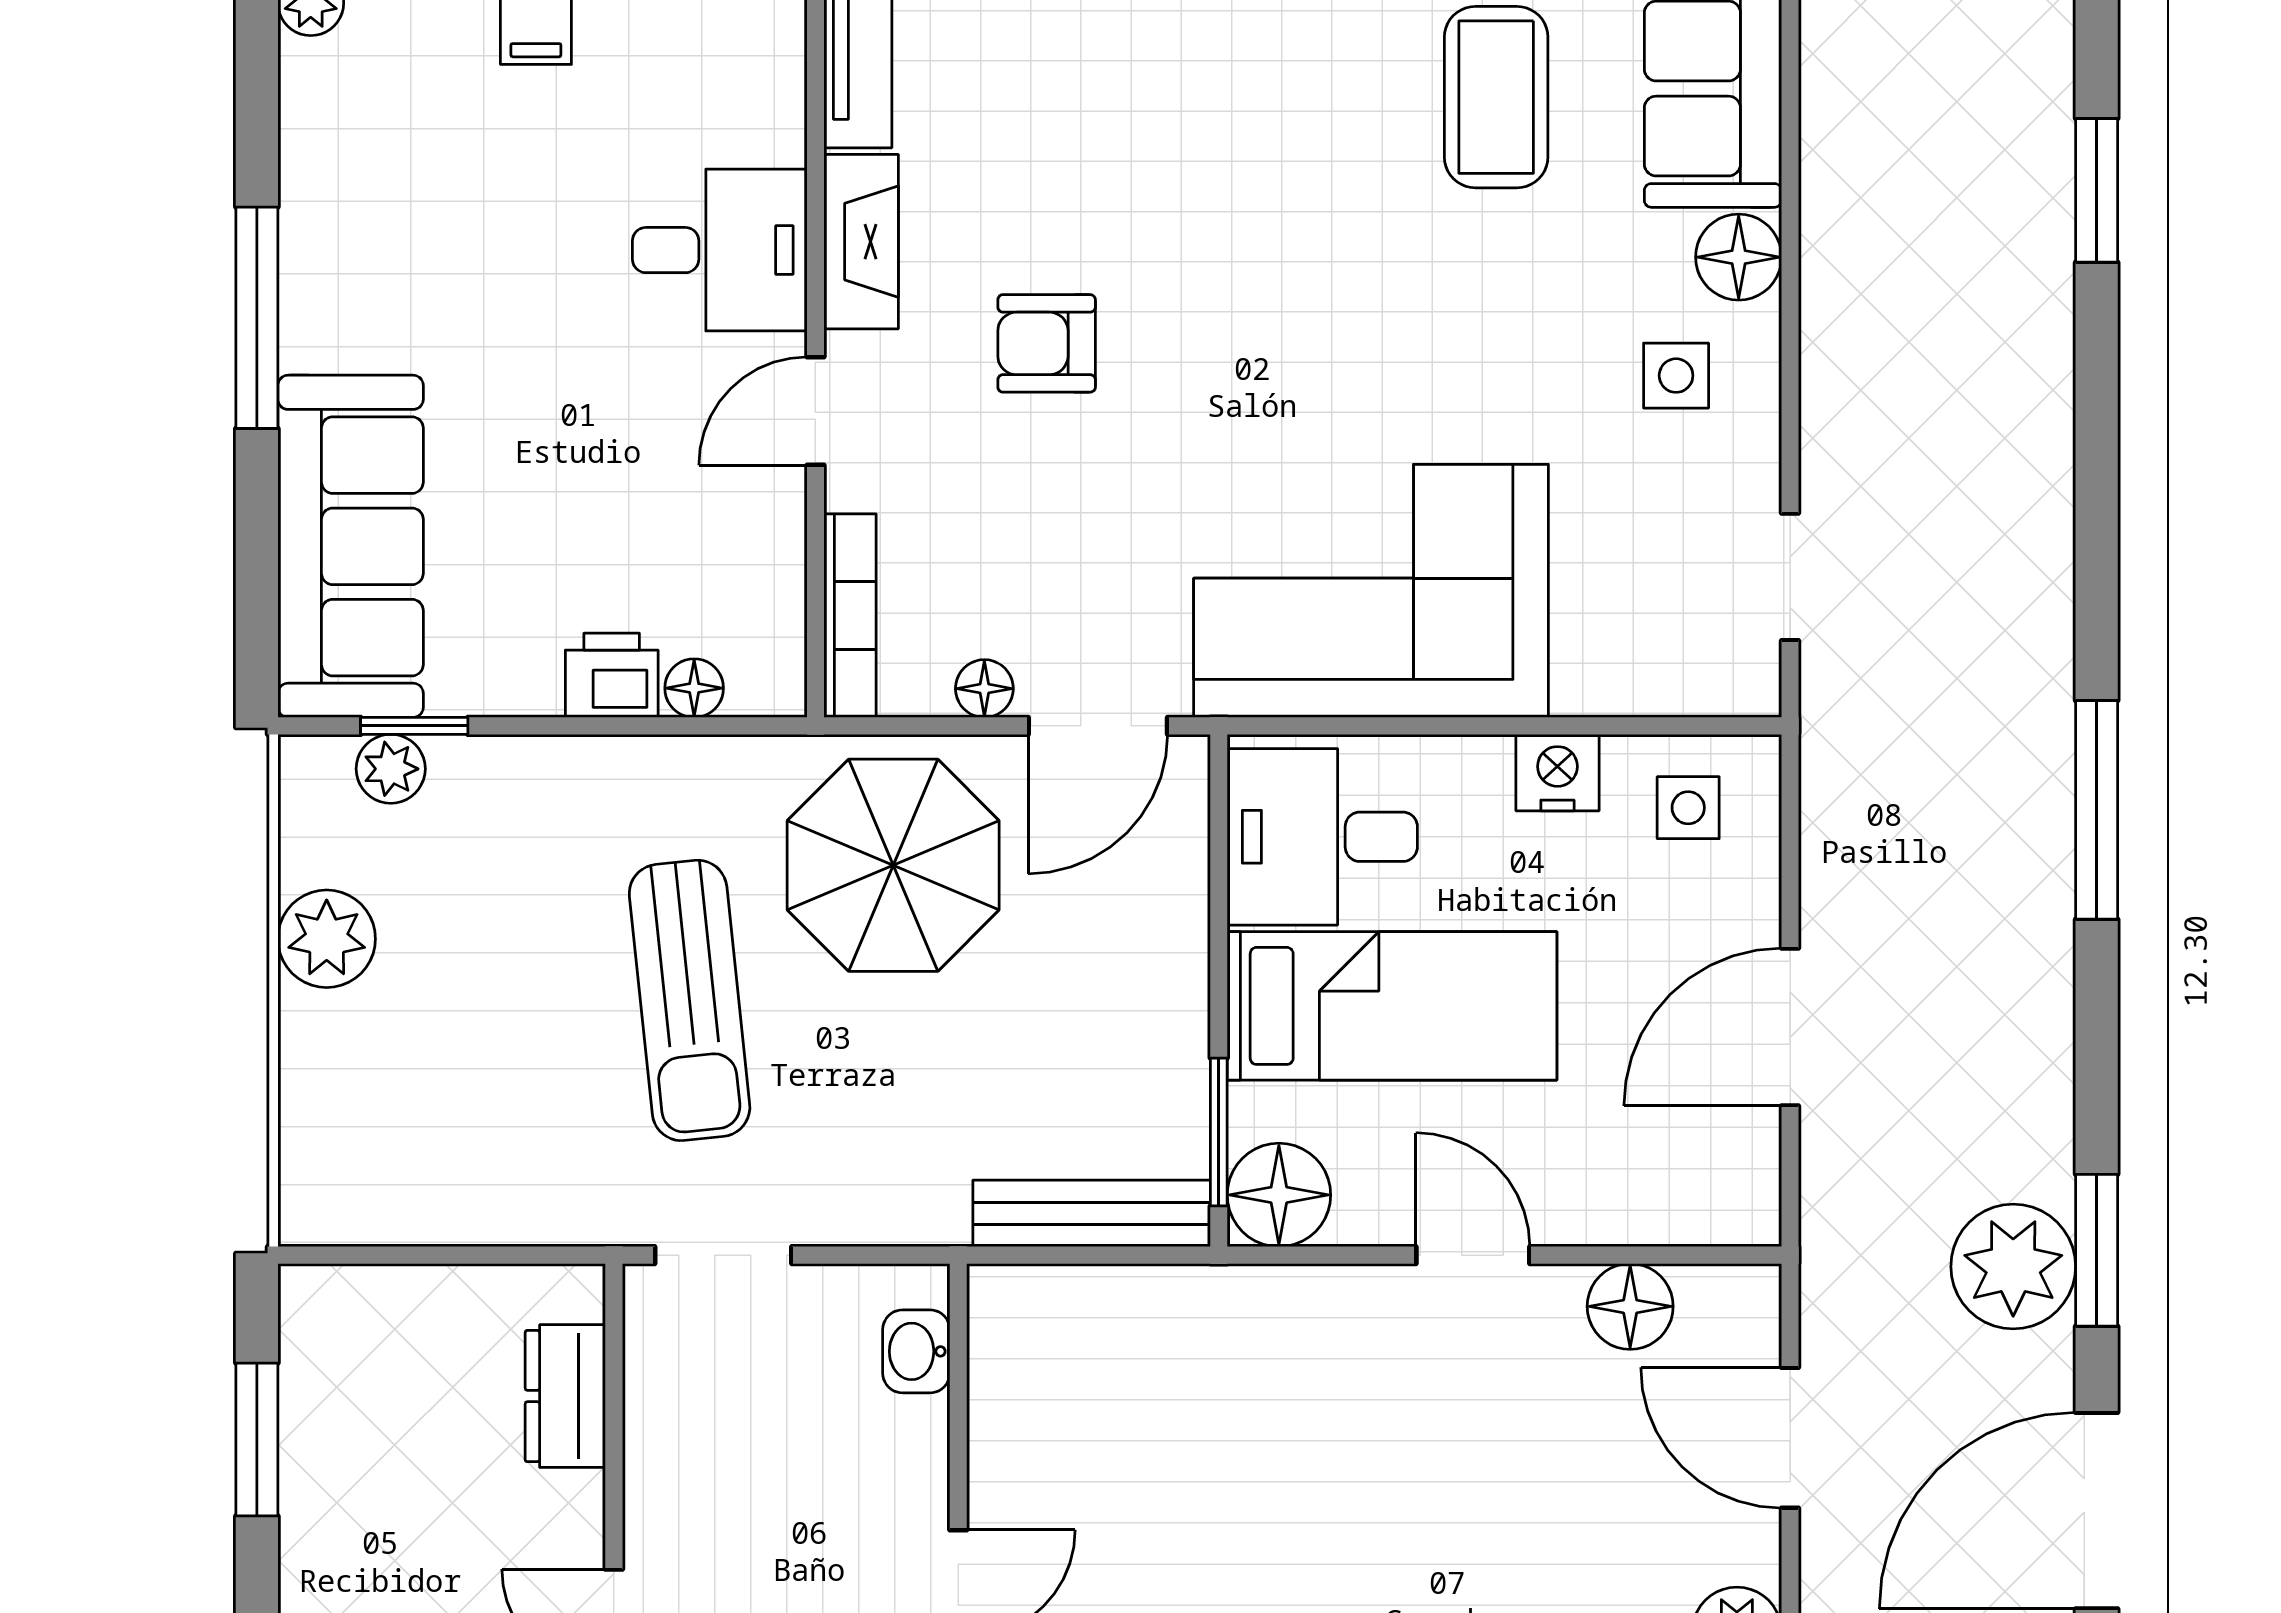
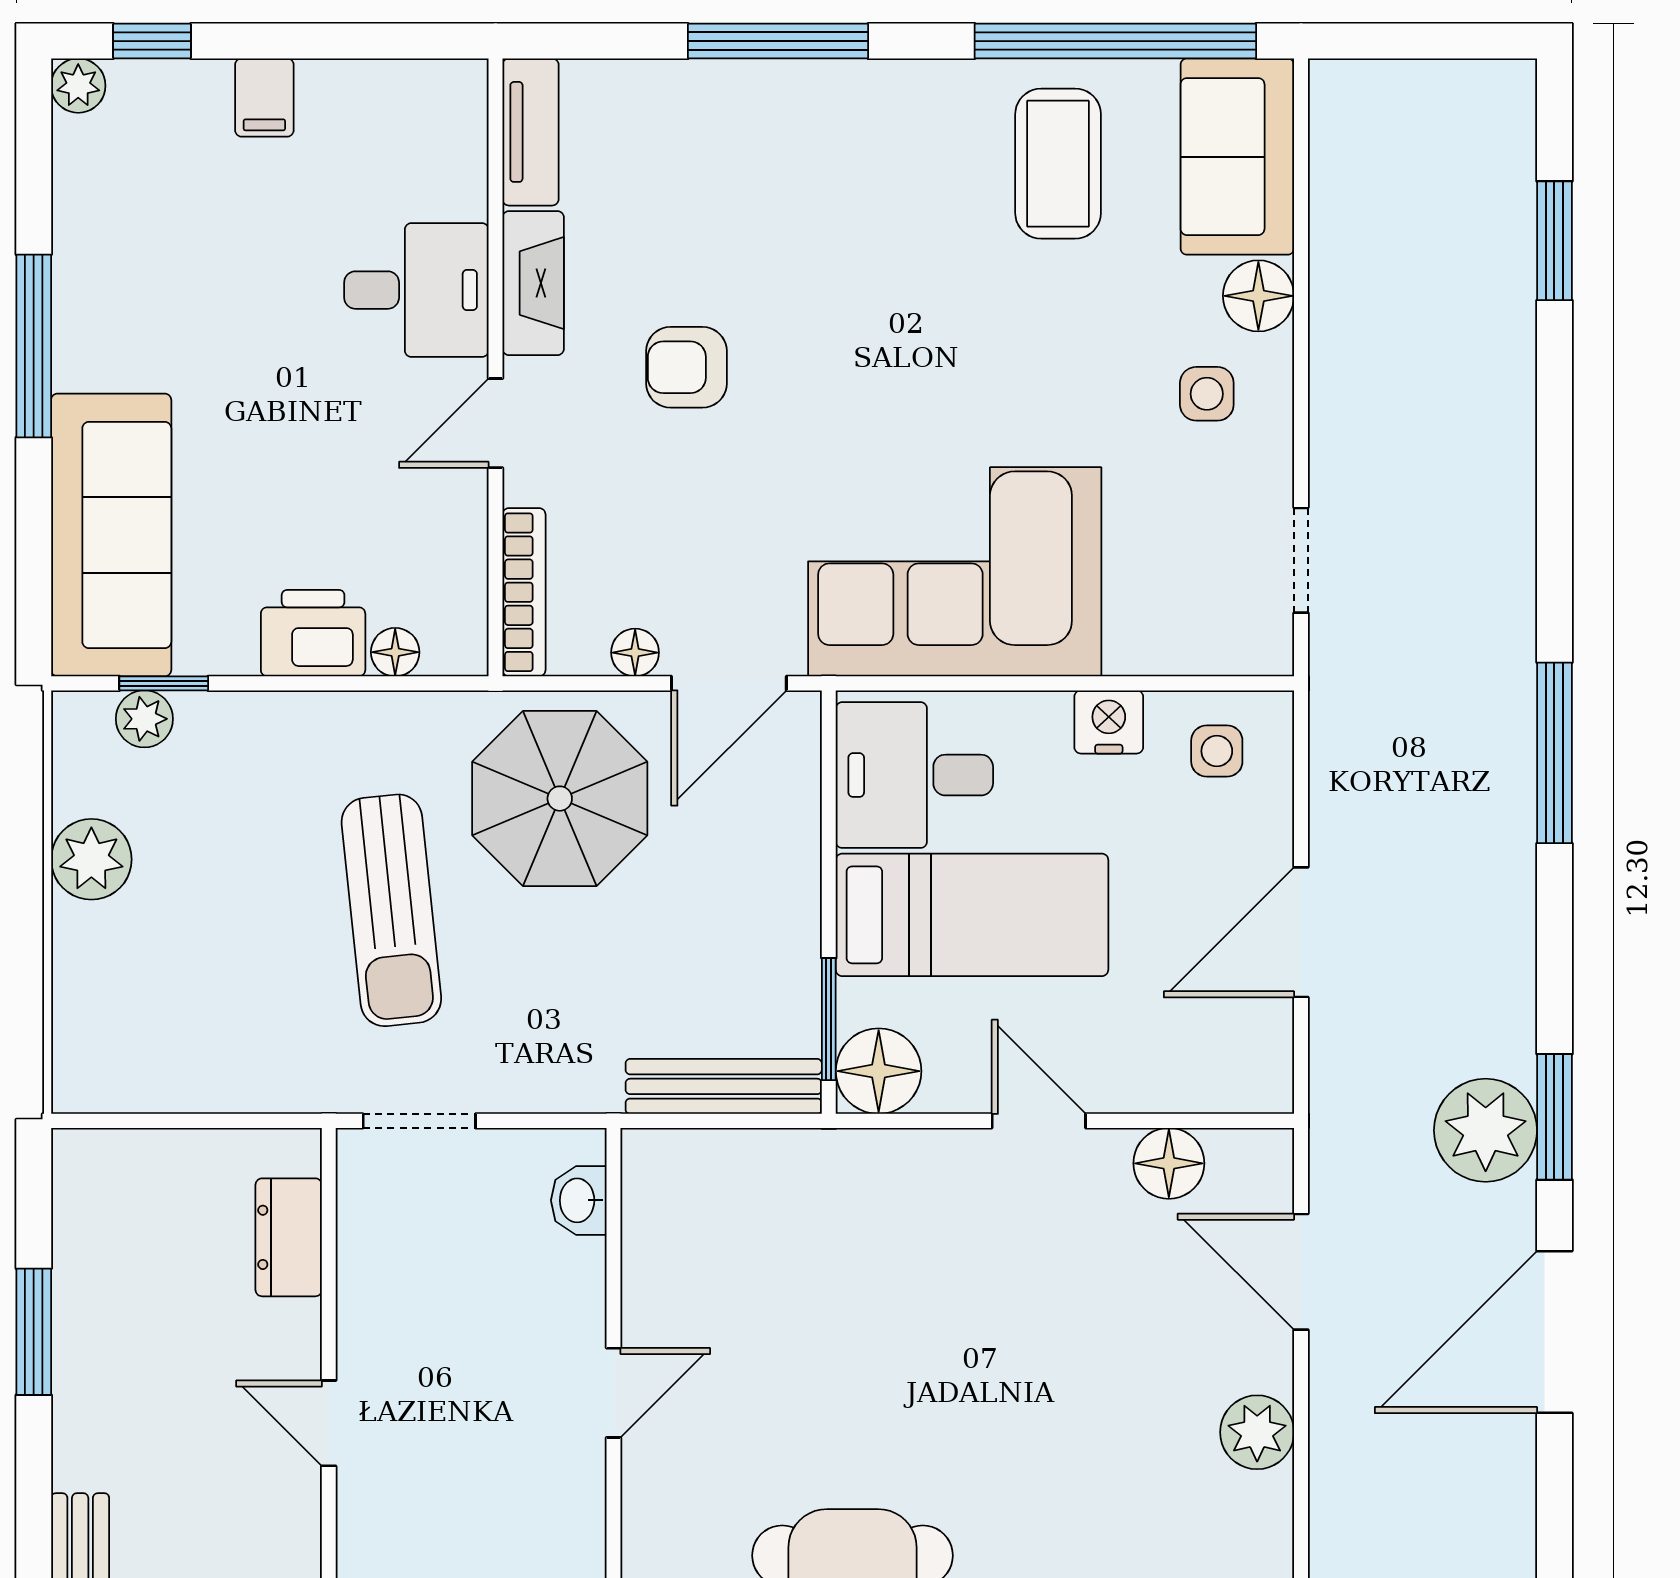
printer: (612, 675) -> (313, 633), width x1.36, depth x1.24
window: (257, 1439) -> (34, 1332), moved

